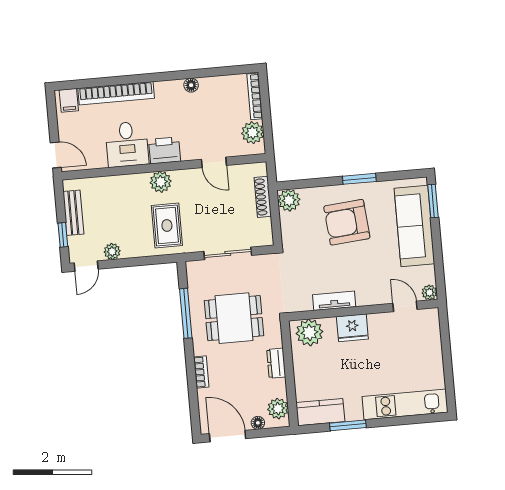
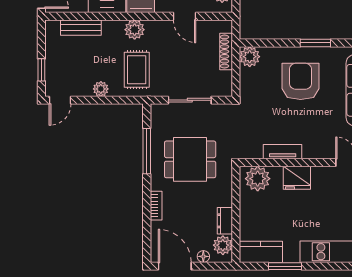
bench: (73, 213) -> (81, 28), moved, turned 90
armchair: (347, 222) -> (301, 81), turned 95
plant: (112, 251) -> (101, 89), moved
dresser: (276, 363) -> (225, 221), moved

